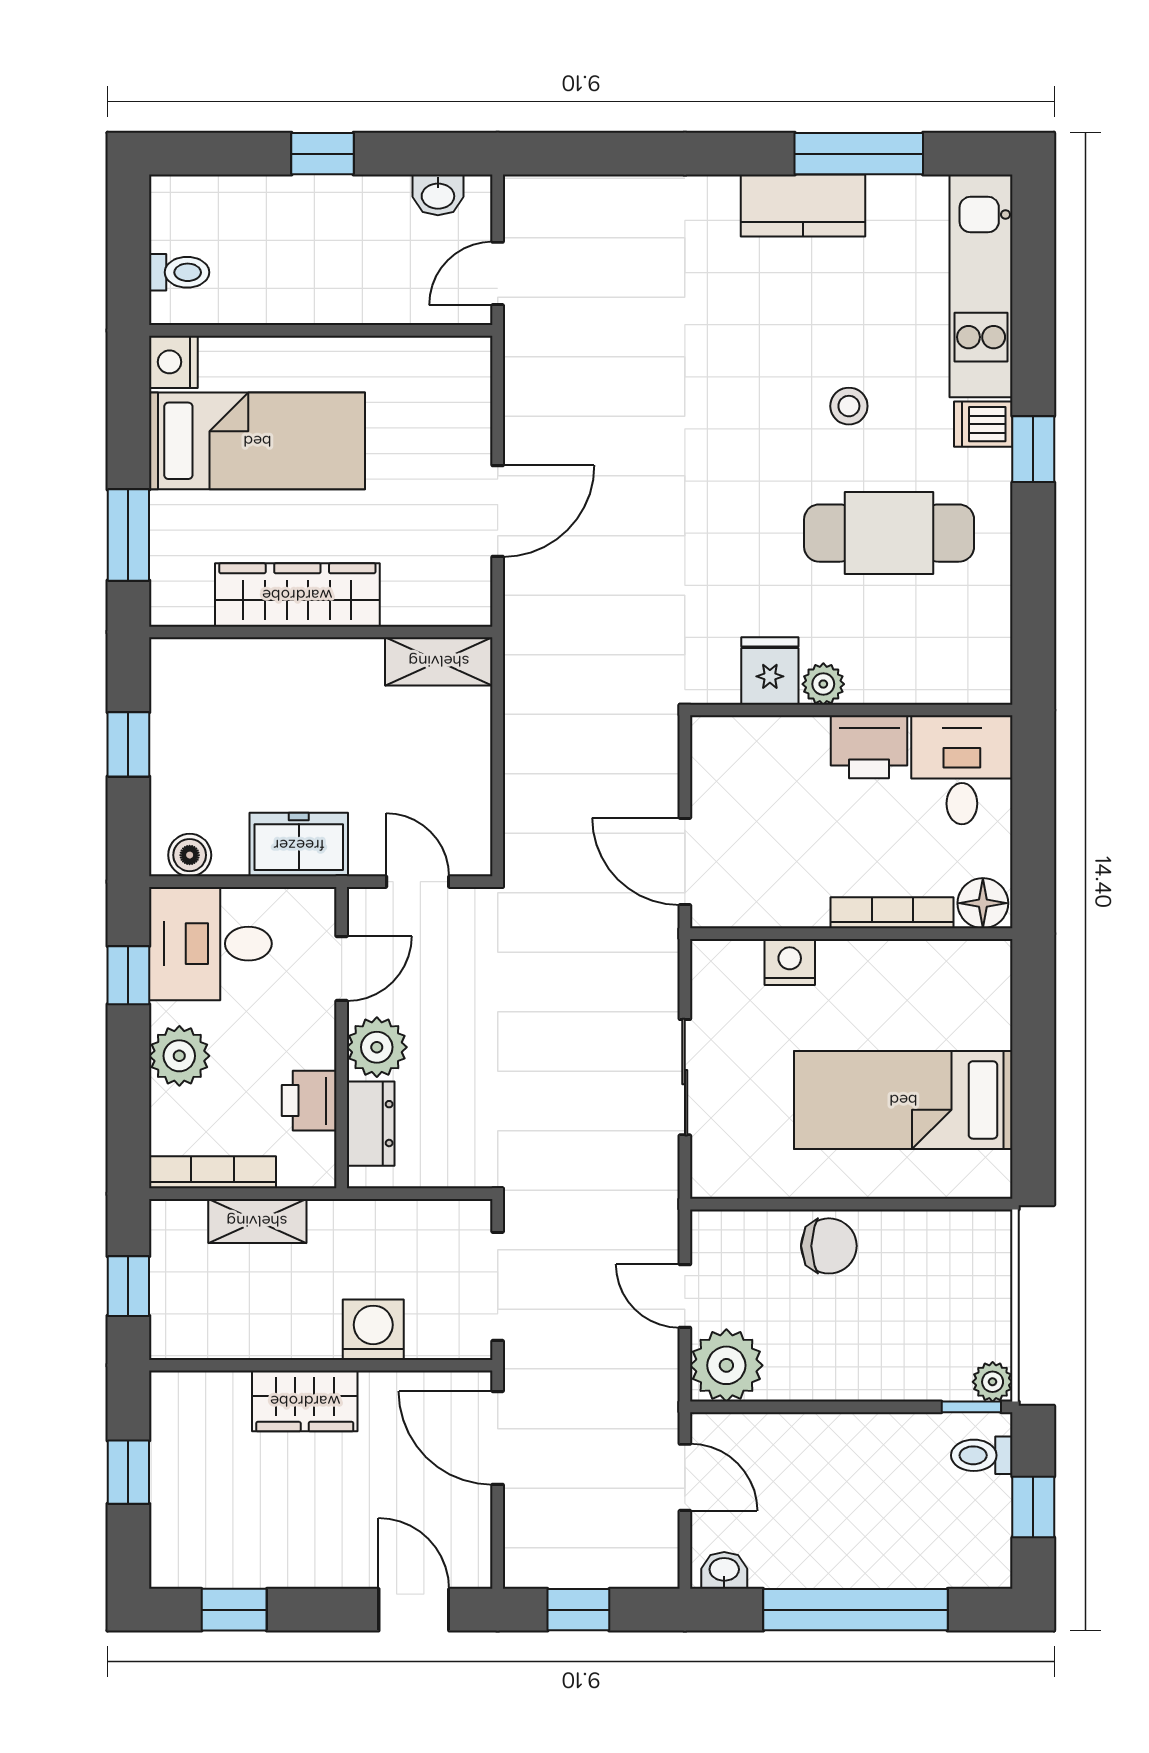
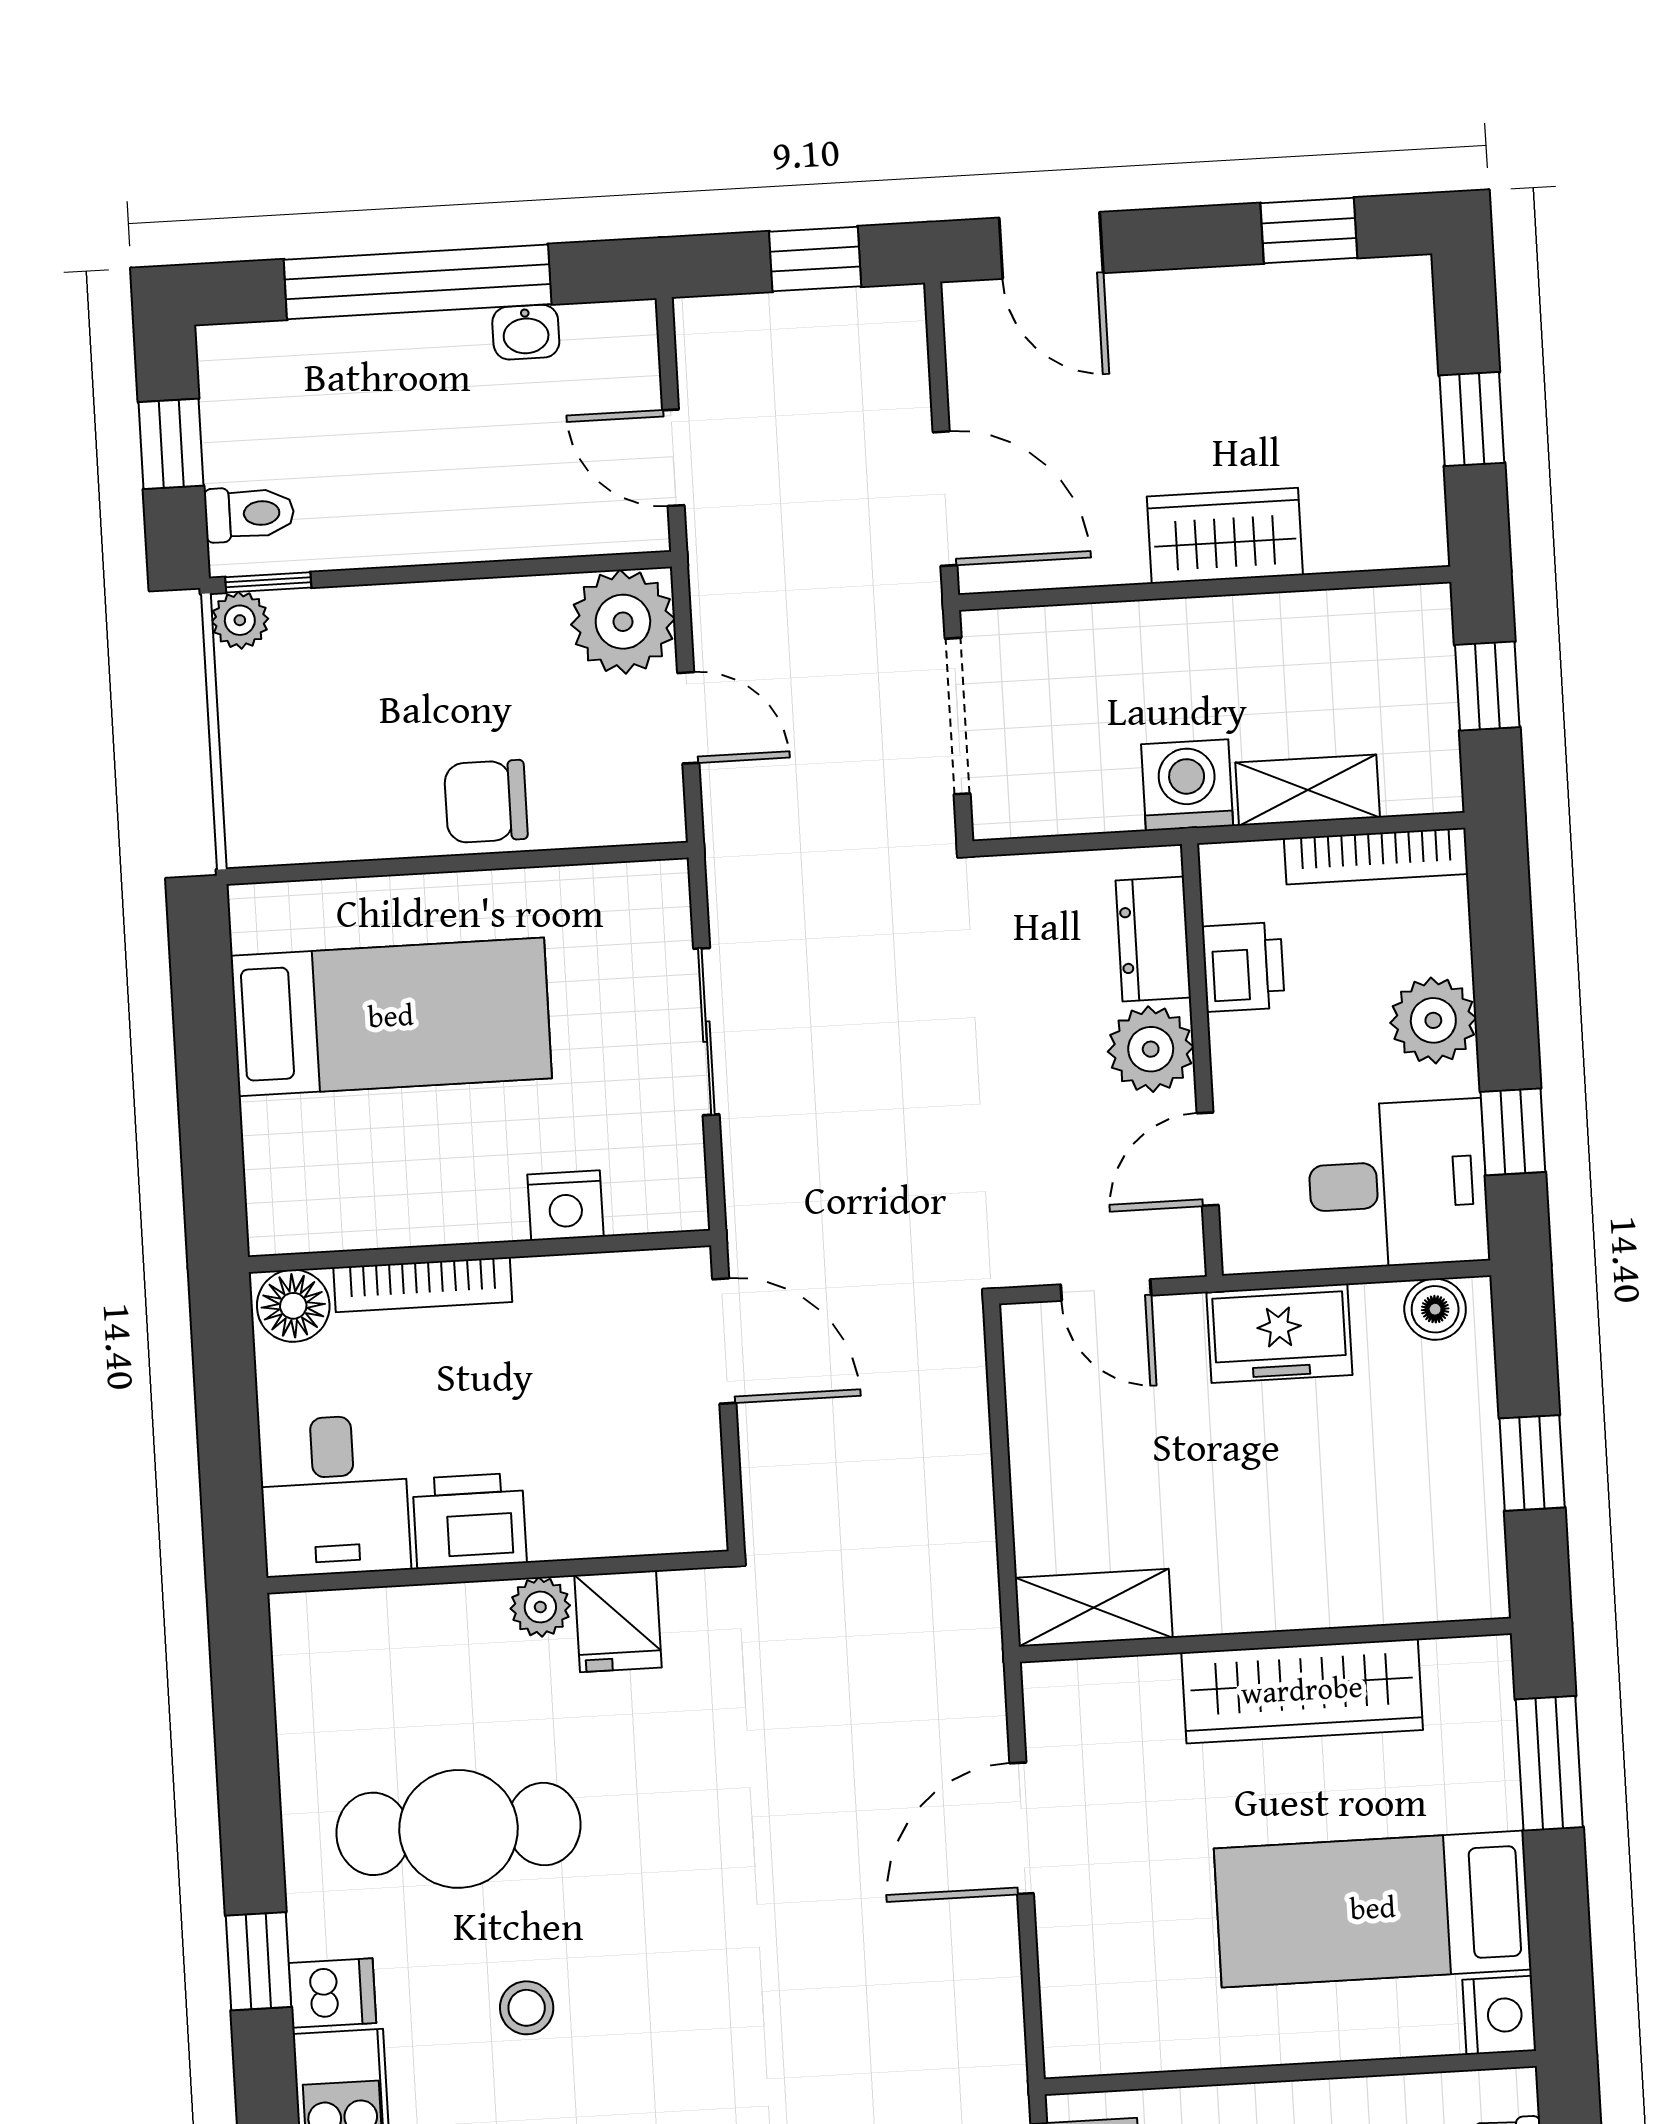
washing machine: (373, 1330) -> (1187, 785), moved, turned 180
washbasin: (724, 1570) -> (526, 332), moved

